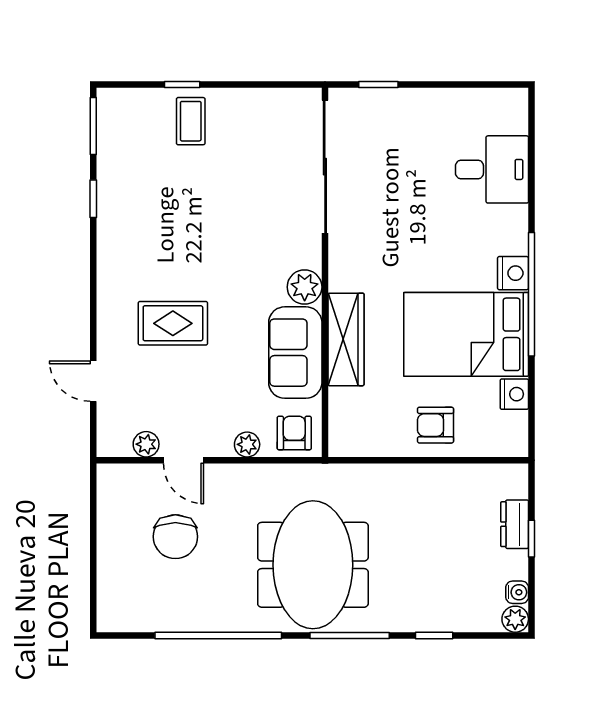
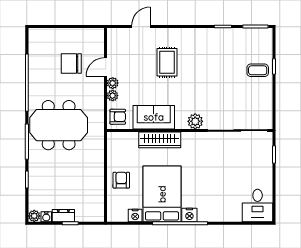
desk: (492, 169) -> (258, 205), moved
plant: (305, 287) -> (195, 121), moved
plant: (146, 444) -> (113, 83), moved
dresser: (515, 524) -> (63, 216), moved

